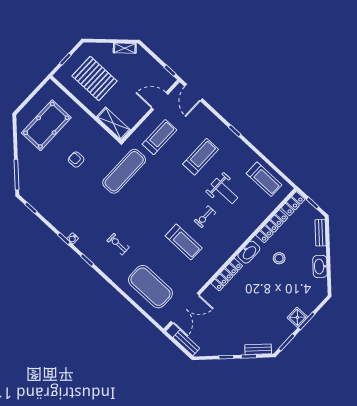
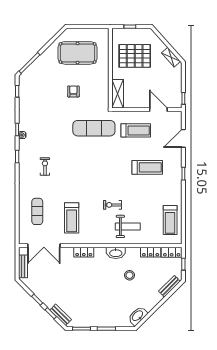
pallet: (95, 78) -> (135, 56), turned 90
door: (194, 92) -> (183, 138), moved
weight bench: (224, 191) -> (128, 226), moved, turned -90
locker: (272, 226) -> (151, 252), width x0.66
treadmill: (184, 242) -> (72, 218), moved
washbasin: (320, 266) -> (138, 316), moved
locker: (227, 275) -> (84, 252), width x0.66
exercise mat: (150, 287) -> (37, 211), width x0.50, depth x0.69
shower: (297, 317) -> (103, 321), removed

